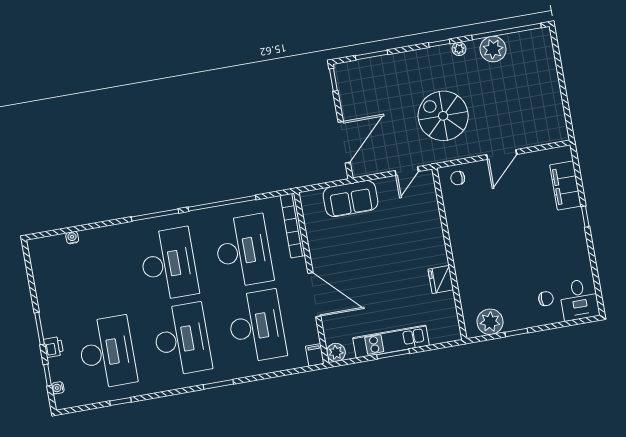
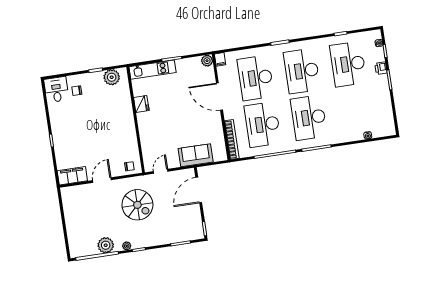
filing cabinet: (565, 185) -> (72, 176), moved, turned -90
kitchen unit: (391, 342) -> (152, 70), moved

